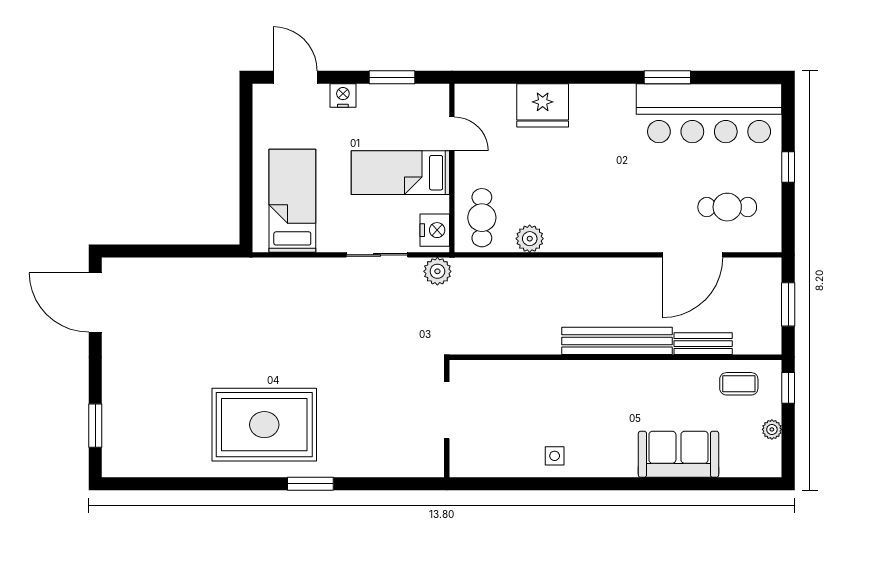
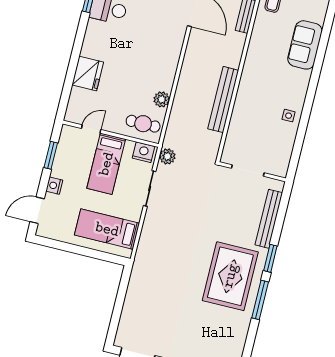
bench: (617, 341) -> (223, 100), moved
bench: (375, 465) -> (269, 219), added
window: (237, 484) -> (260, 300), added

